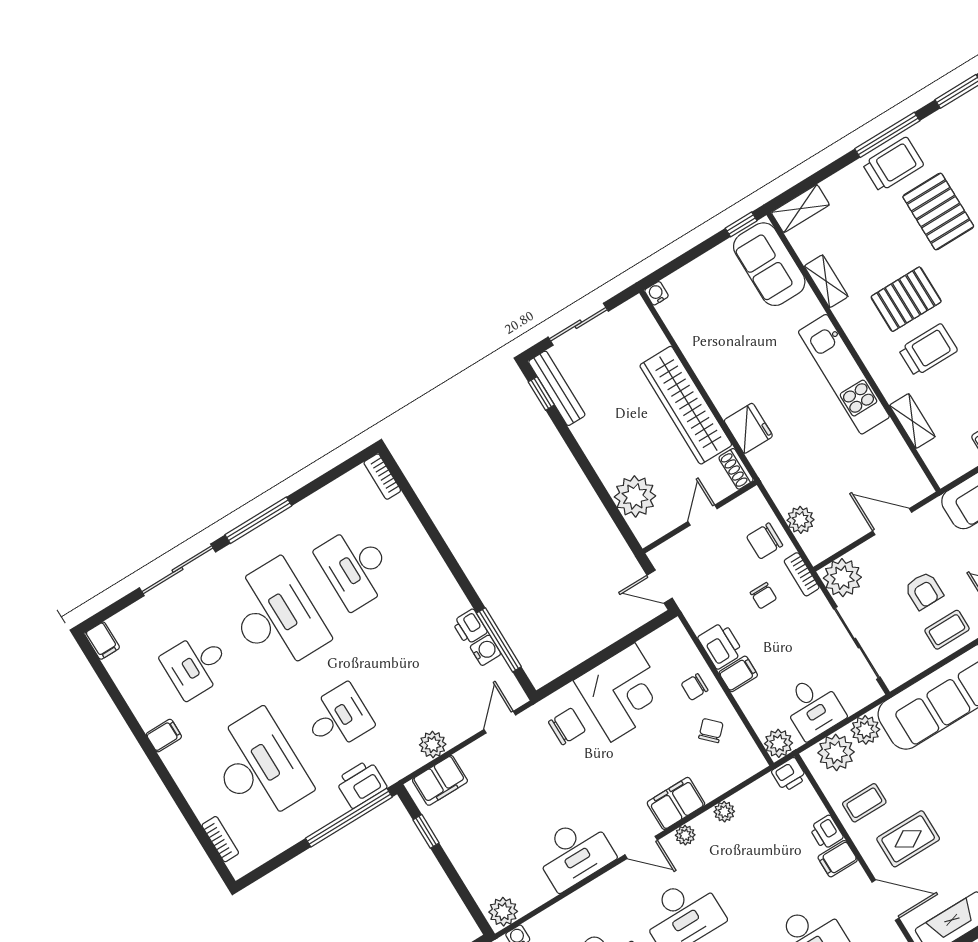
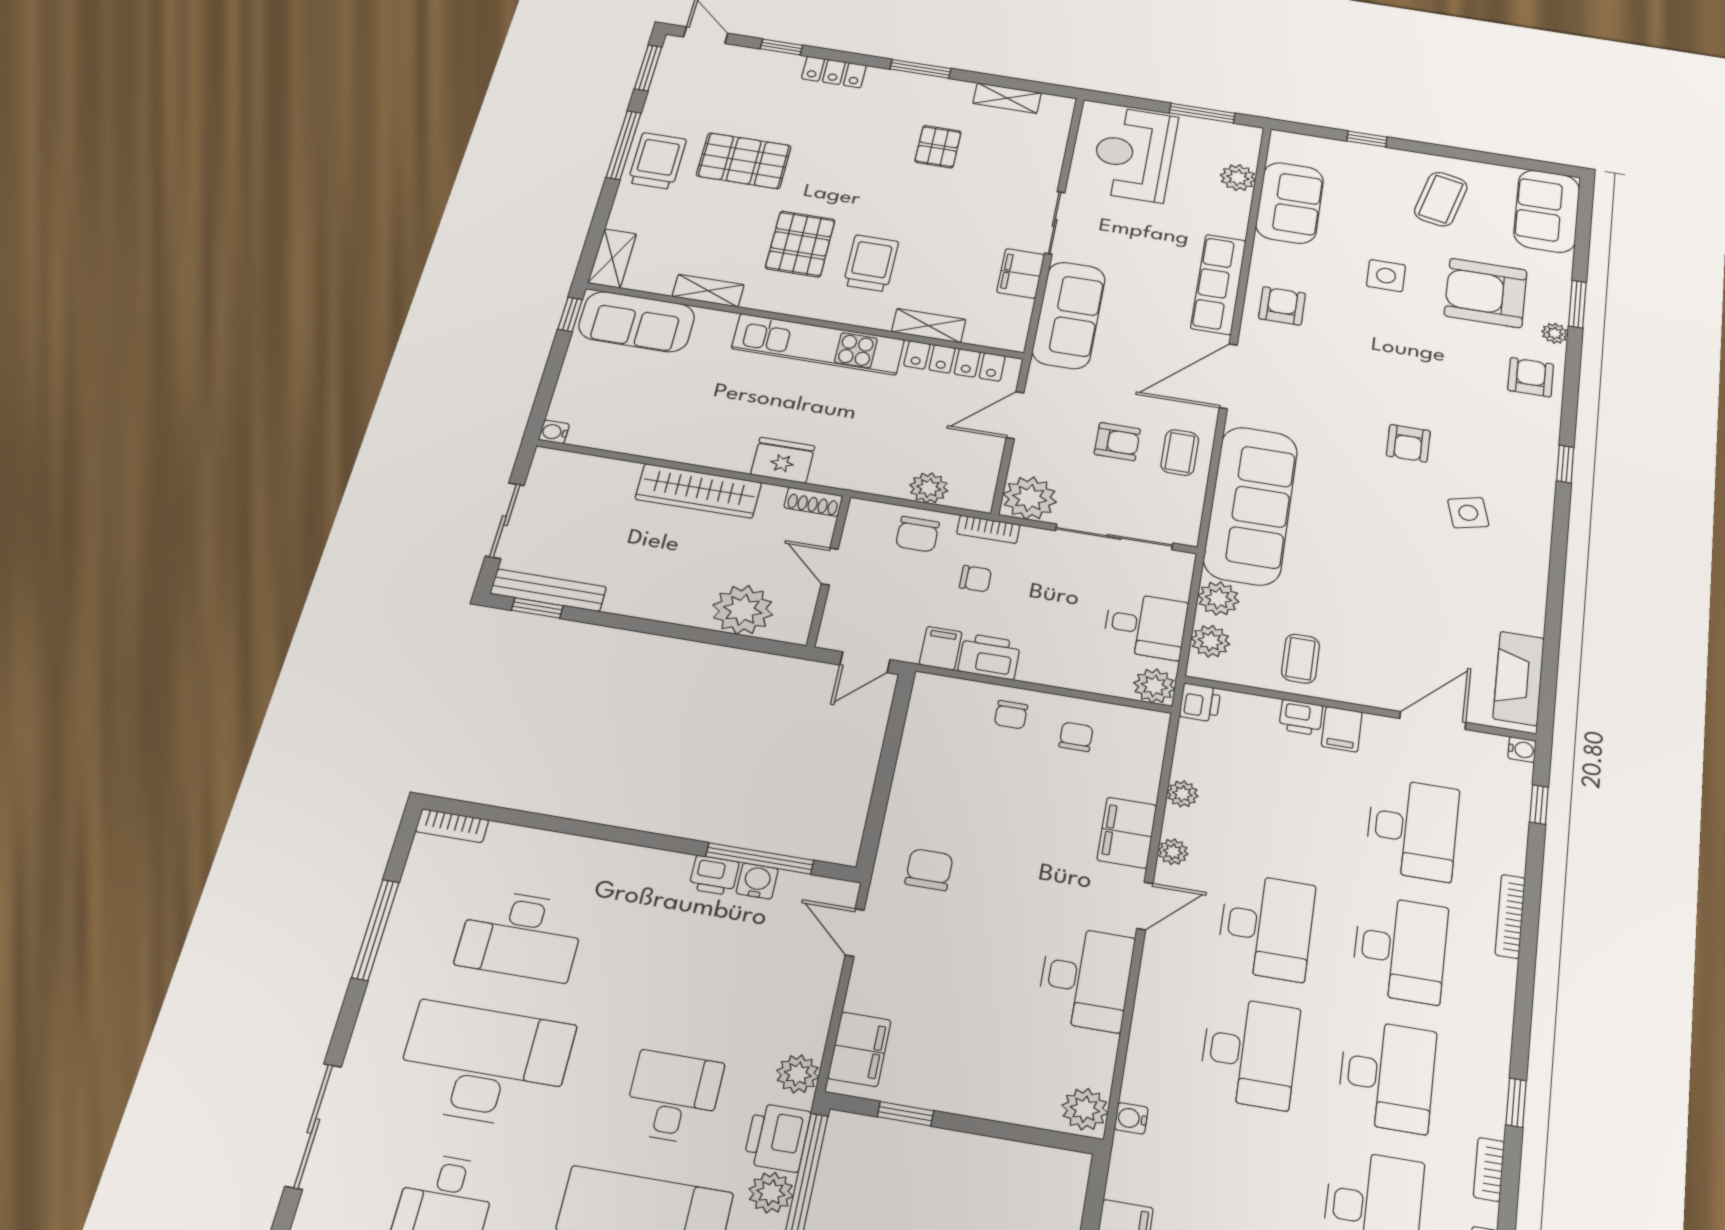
wardrobe: (686, 405) -> (698, 491), width x0.71, depth x0.85
locker: (900, 457) -> (955, 361), added
window: (258, 520) -> (375, 930), moved
filing cabinet: (738, 674) -> (941, 648), moved
corner desk: (623, 692) -> (947, 786), removed
chair: (711, 731) -> (1076, 737), turned 45
plant: (433, 744) -> (798, 1074), moved
plant: (836, 752) -> (1210, 641), width x0.73, depth x0.73
plant: (332, 806) -> (771, 1193), added
rug: (908, 839) -> (1381, 650), removed

